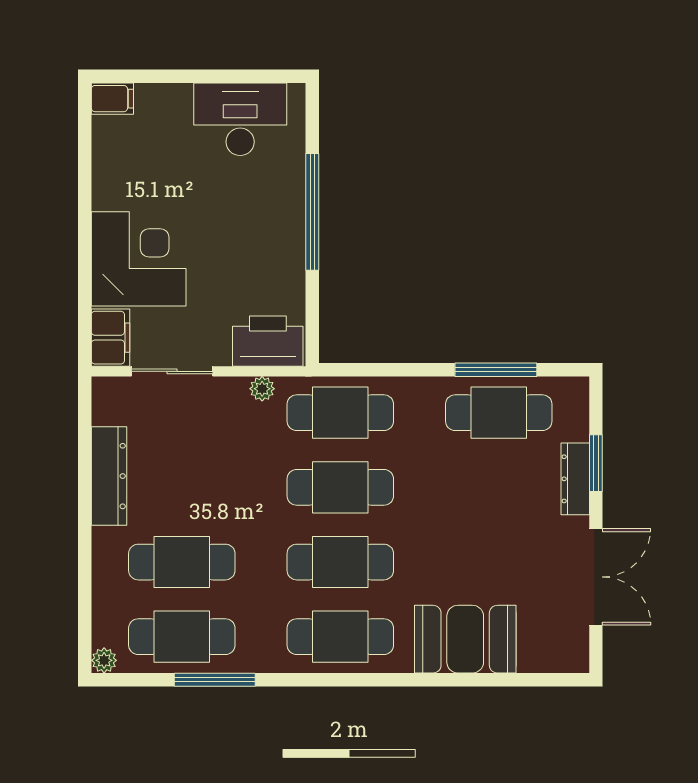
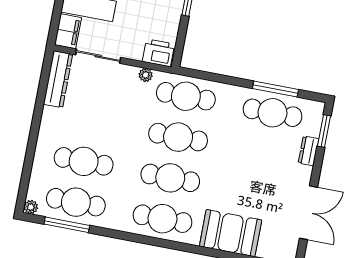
printer: (268, 341) -> (158, 53), width x0.73, depth x0.84
window: (596, 463) -> (324, 131), moved
dresser: (109, 476) -> (58, 79), moved
dresser: (575, 479) -> (309, 151), width x0.70
window: (215, 680) -> (67, 225), moved

